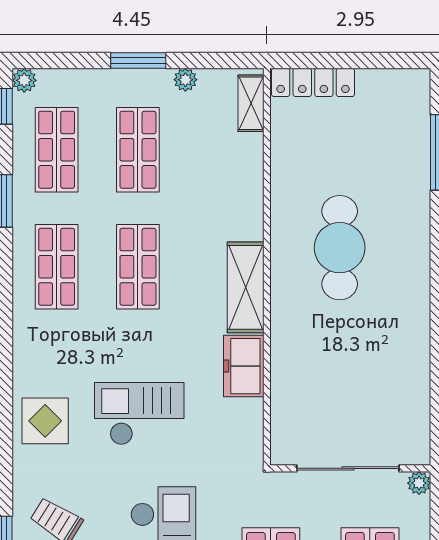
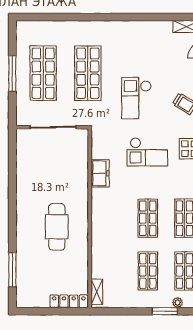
window: (138, 60) -> (165, 311), moved
plant: (185, 80) -> (178, 303), moved
shelving: (246, 287) -> (99, 209), removed
plant: (419, 483) -> (21, 121), removed

